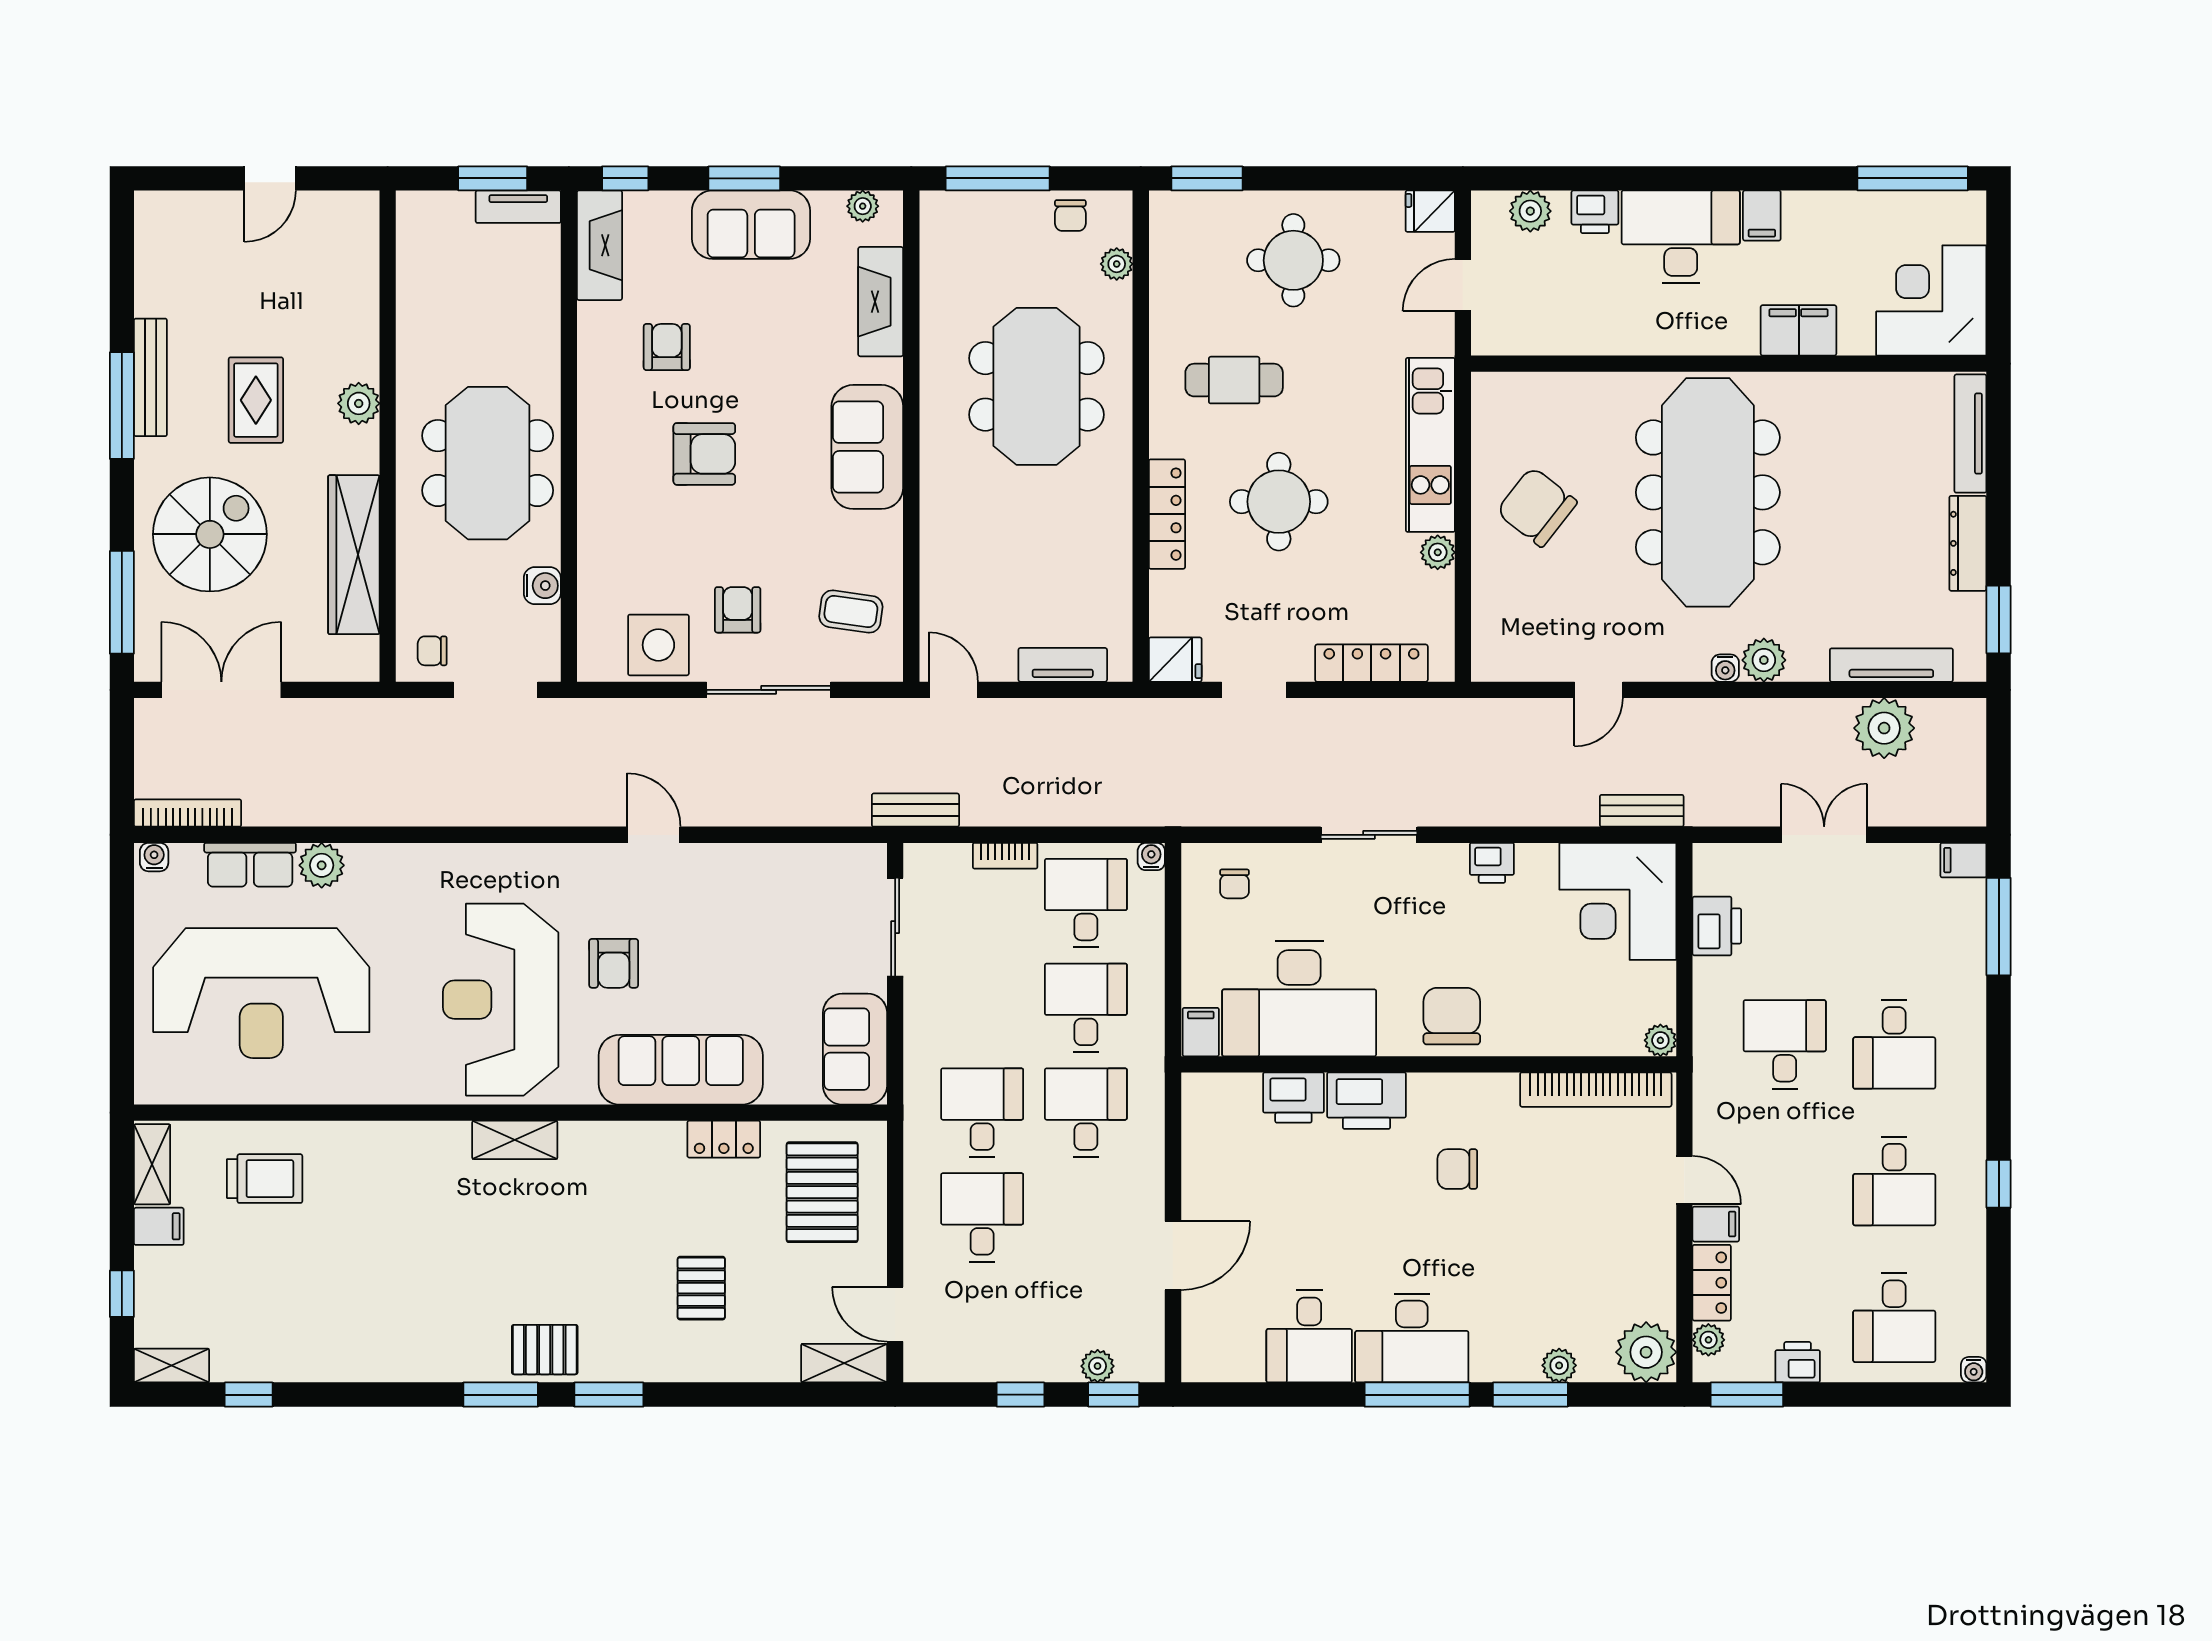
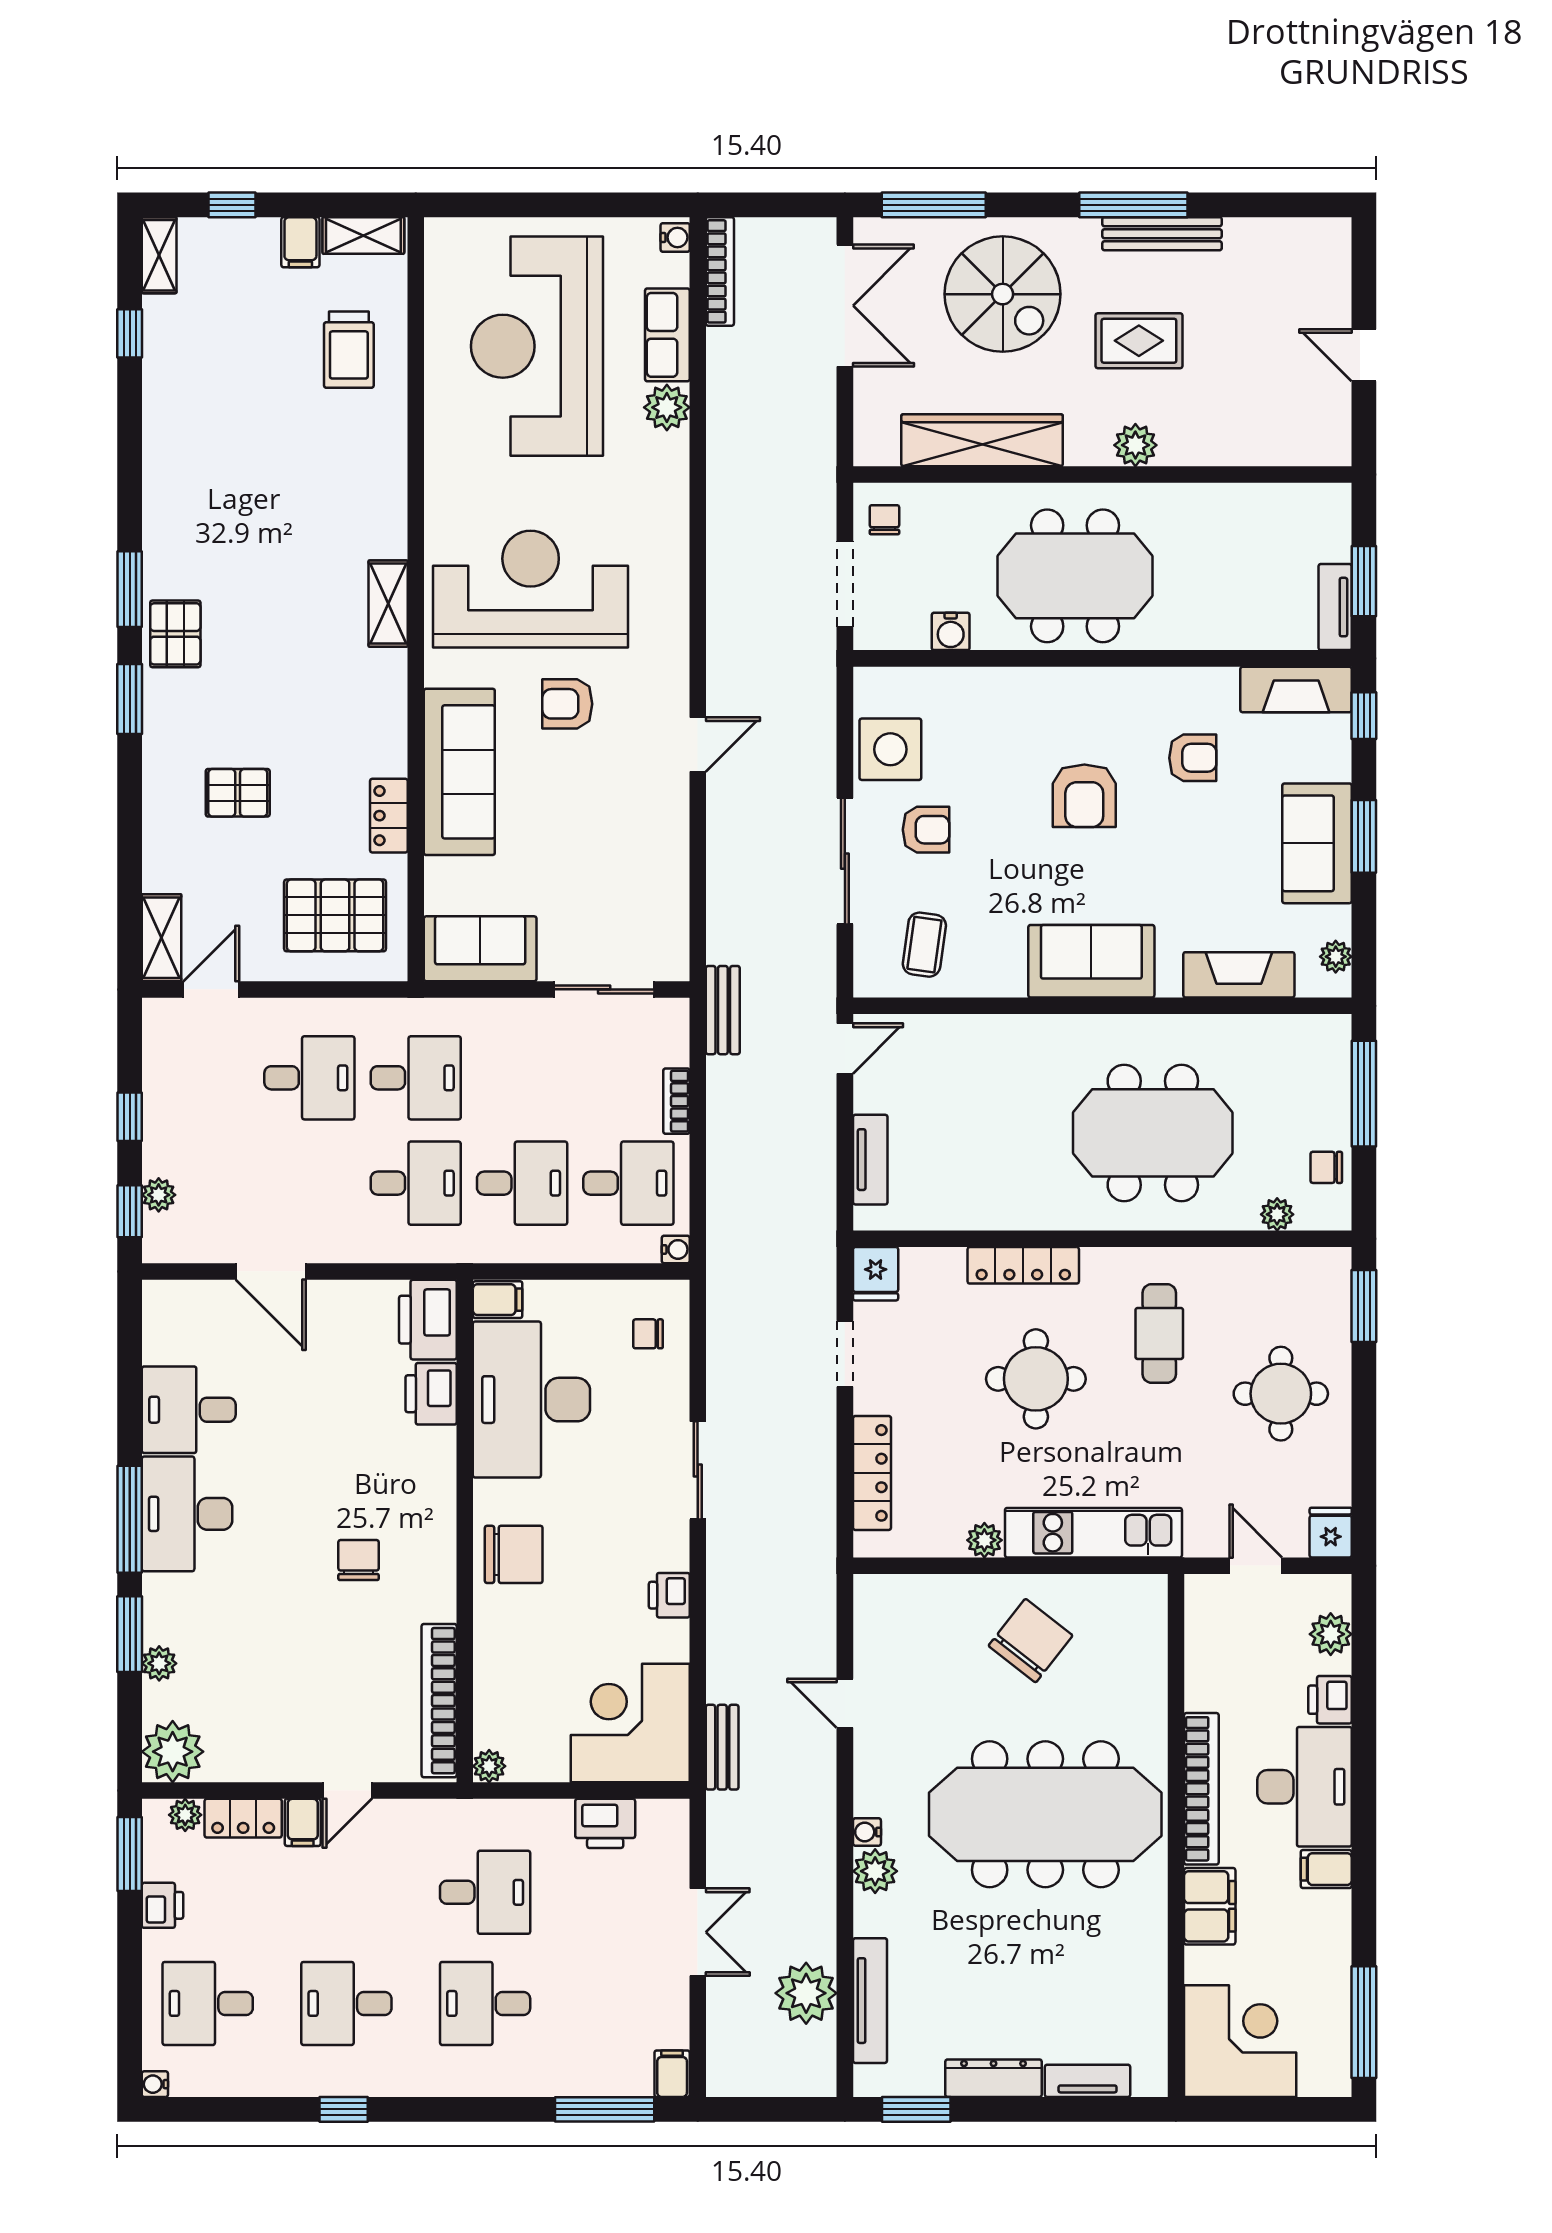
bookcase: (1683, 339) -> (1201, 1789), added
tv unit: (1970, 434) -> (1088, 2081), width x0.71
printer: (1366, 1101) -> (428, 1320), moved

